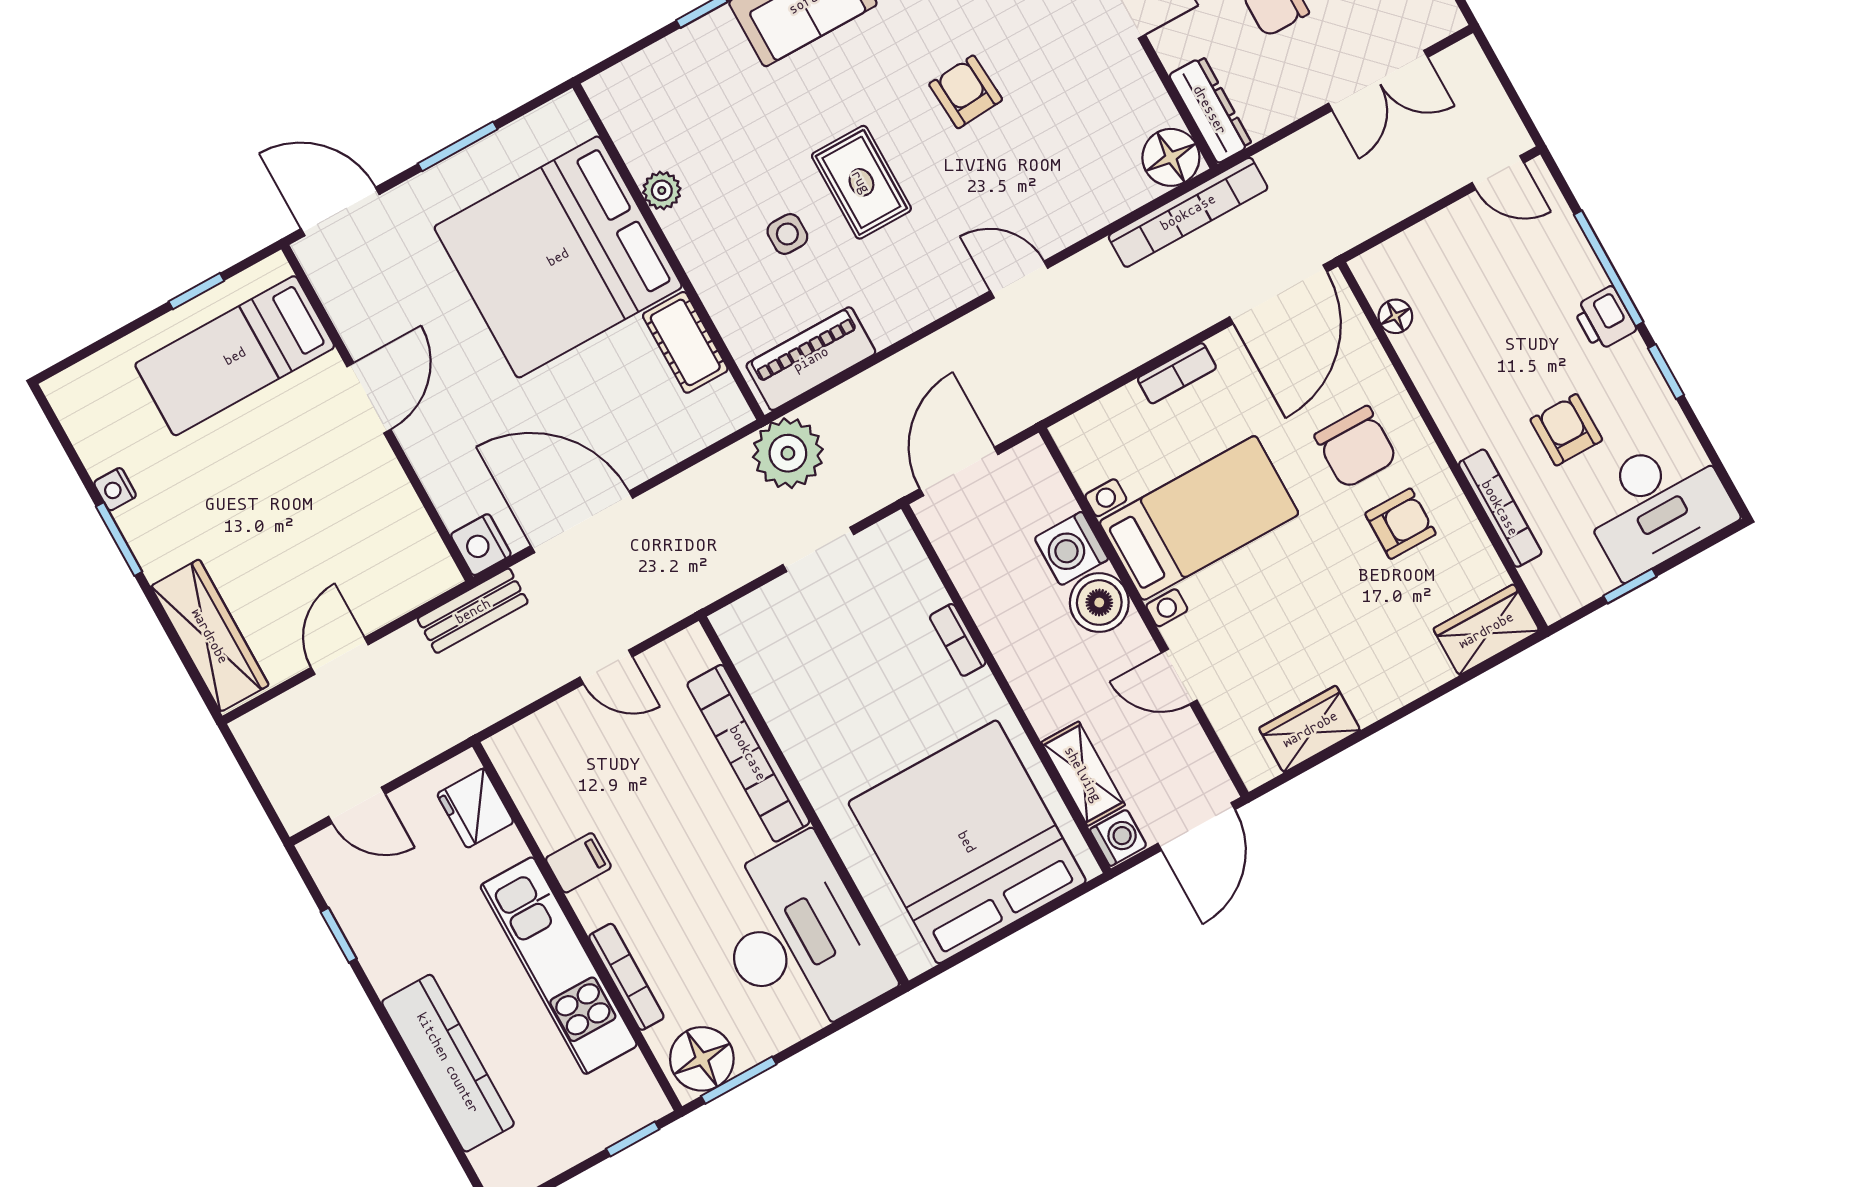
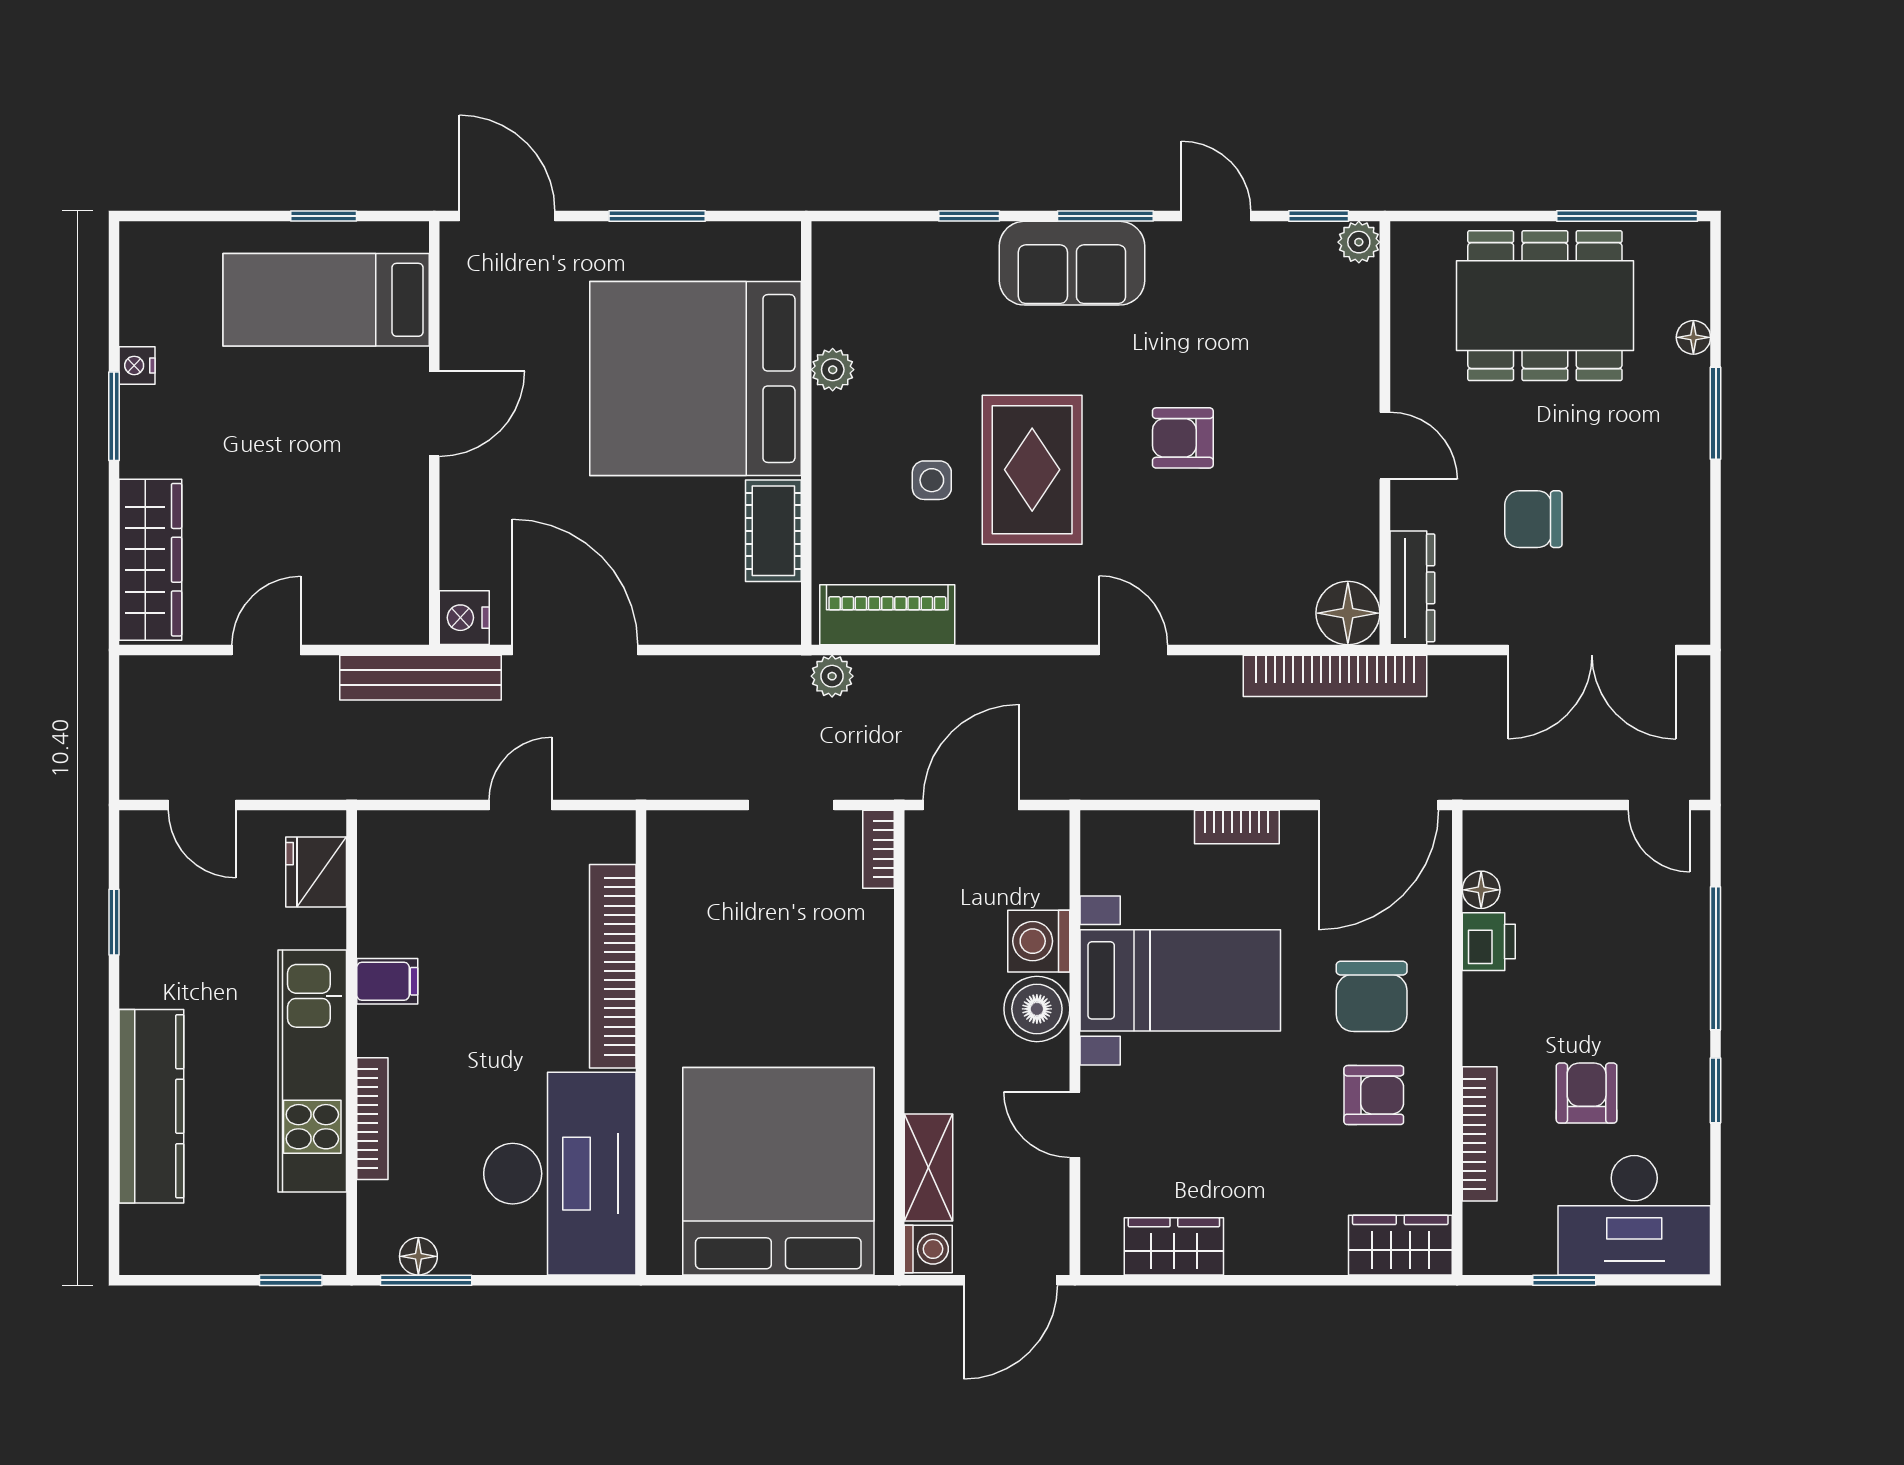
double door: (1378, 80) -> (1592, 650), width x1.37
armchair: (966, 92) -> (1183, 438), turned -86
rug: (861, 182) -> (1032, 470), width x1.36, depth x1.43
printer: (1604, 319) -> (1489, 942), moved, turned 180
plant: (788, 453) -> (832, 676), width x0.53, depth x0.53
bench: (473, 611) -> (420, 678), width x1.36
bookcase: (958, 640) -> (878, 849), moved
door: (606, 667) -> (520, 805), swing flipped
floor lamp: (702, 1059) -> (418, 1256), width x0.53, depth x0.53

